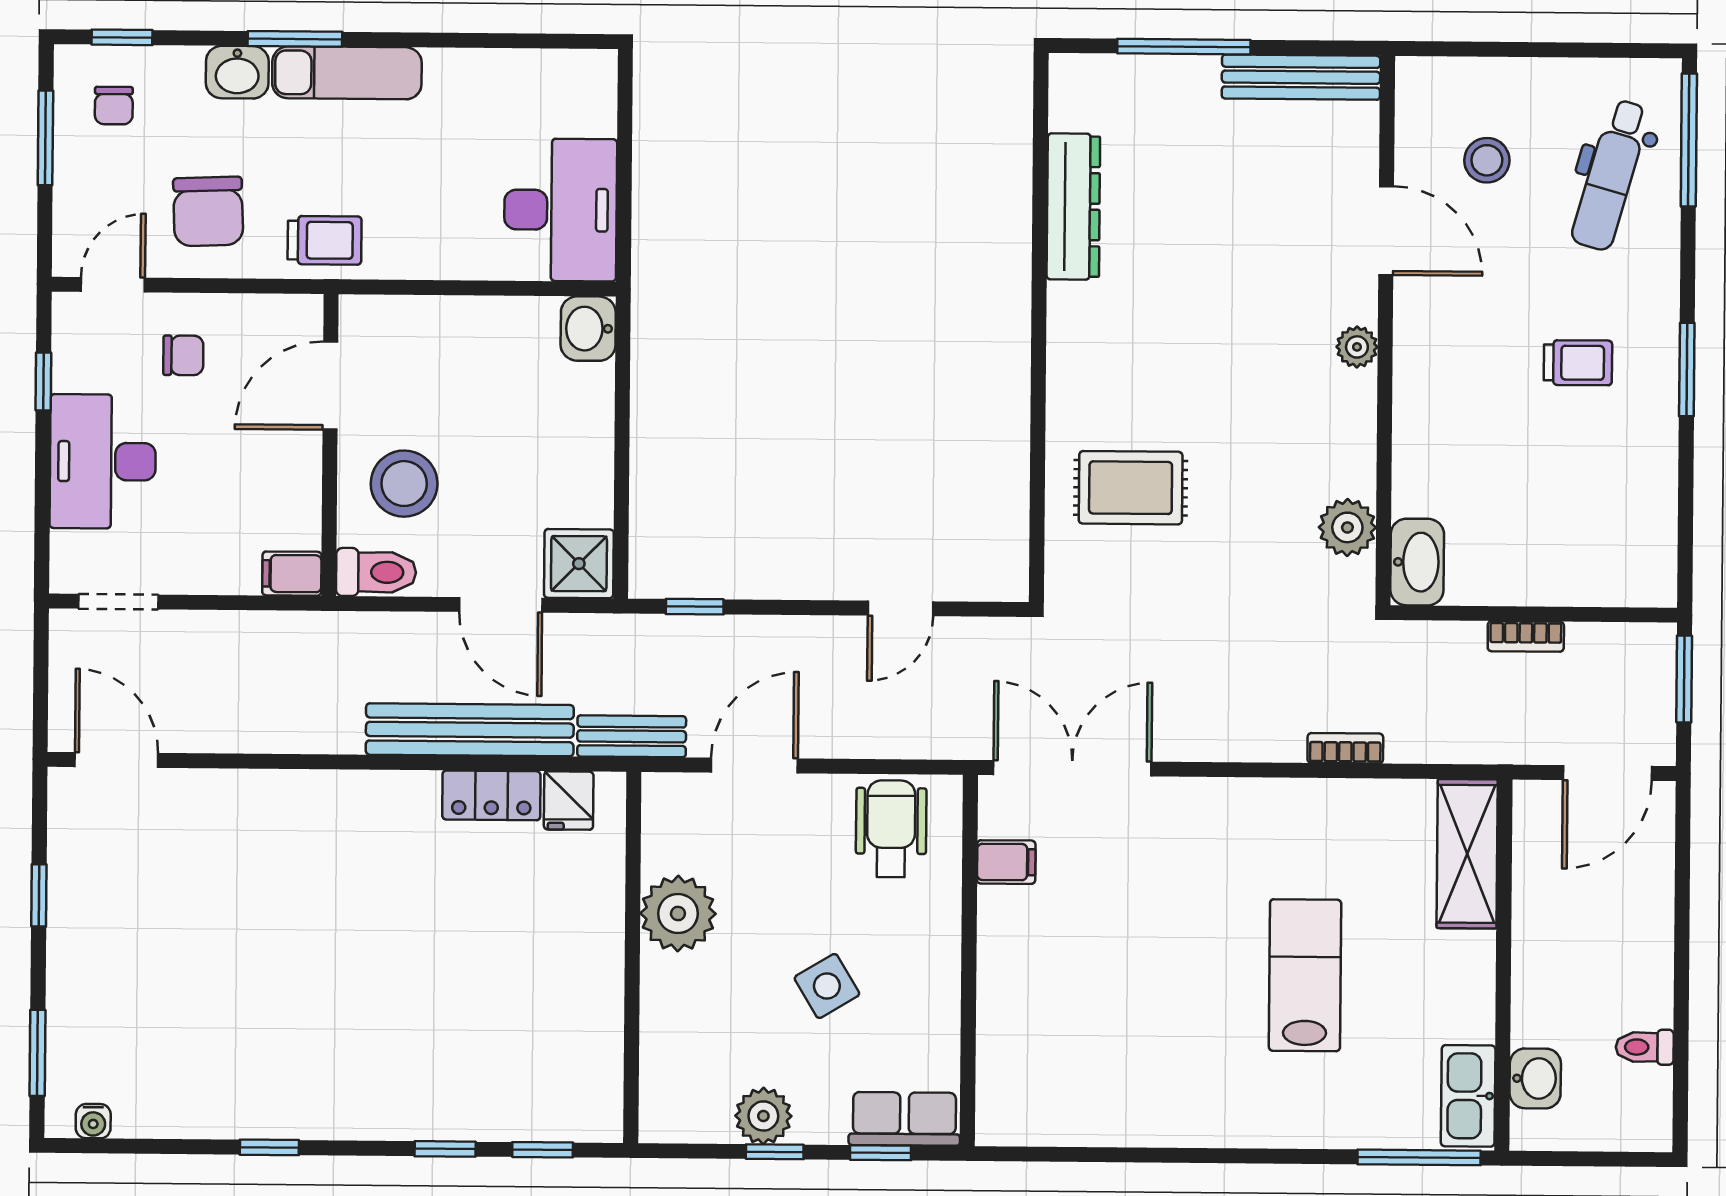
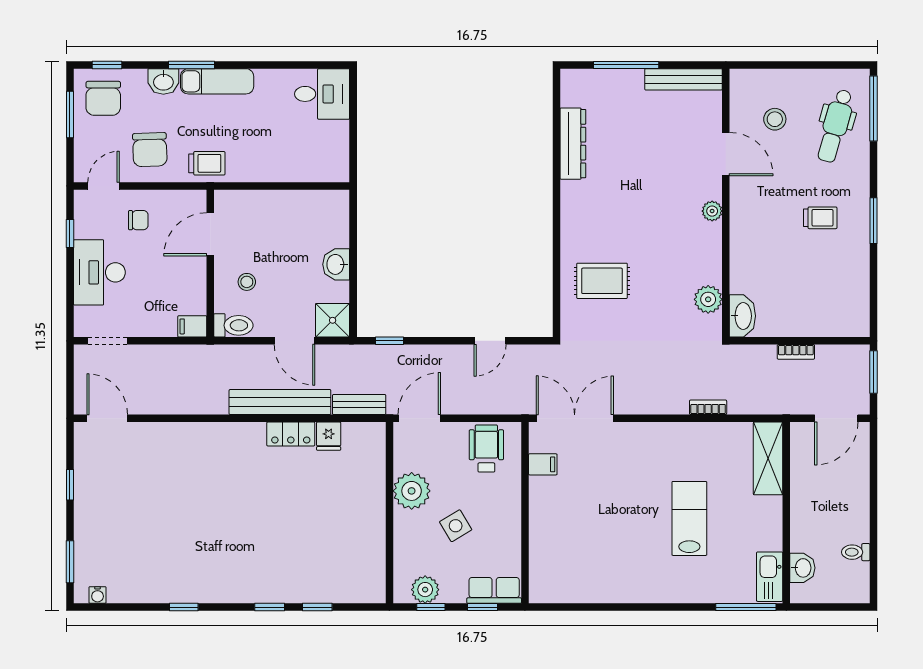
chair: (114, 106) -> (103, 98), width x1.87, depth x1.87
desk: (561, 210) -> (322, 94), moved, width x0.73
washbasin: (588, 329) -> (336, 264), moved
stool: (404, 484) -> (247, 282), width x0.53, depth x0.53
plant: (678, 914) -> (412, 491), moved
wall: (632, 958) -> (389, 513), moved

